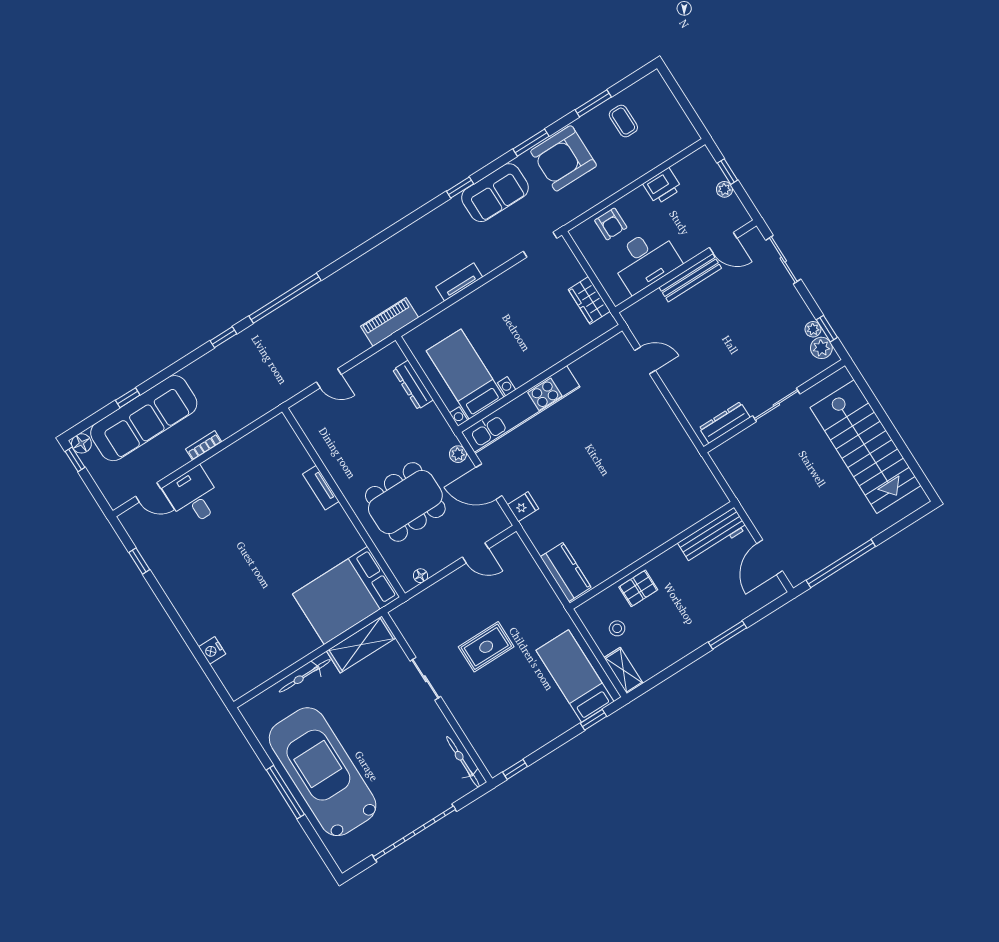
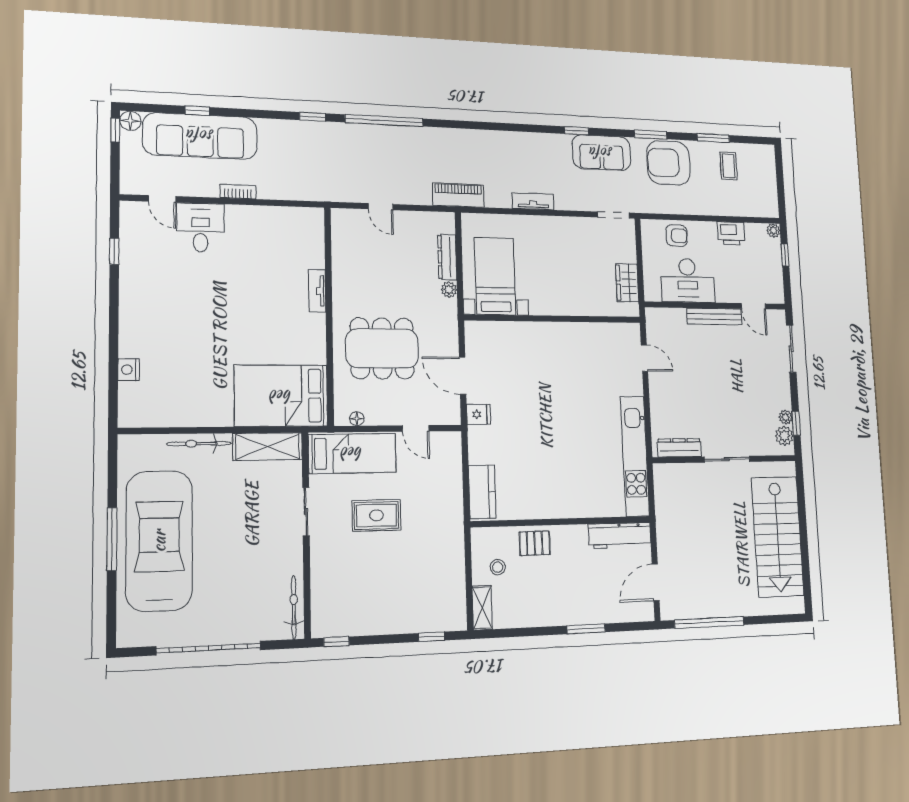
plant: (724, 189) -> (773, 230), moved
armchair: (611, 224) -> (677, 236), turned -88
kitchen unit: (521, 410) -> (635, 456), moved, turned 90
plant: (458, 454) -> (449, 290), moved
bed: (575, 676) -> (352, 453), moved, turned 90

